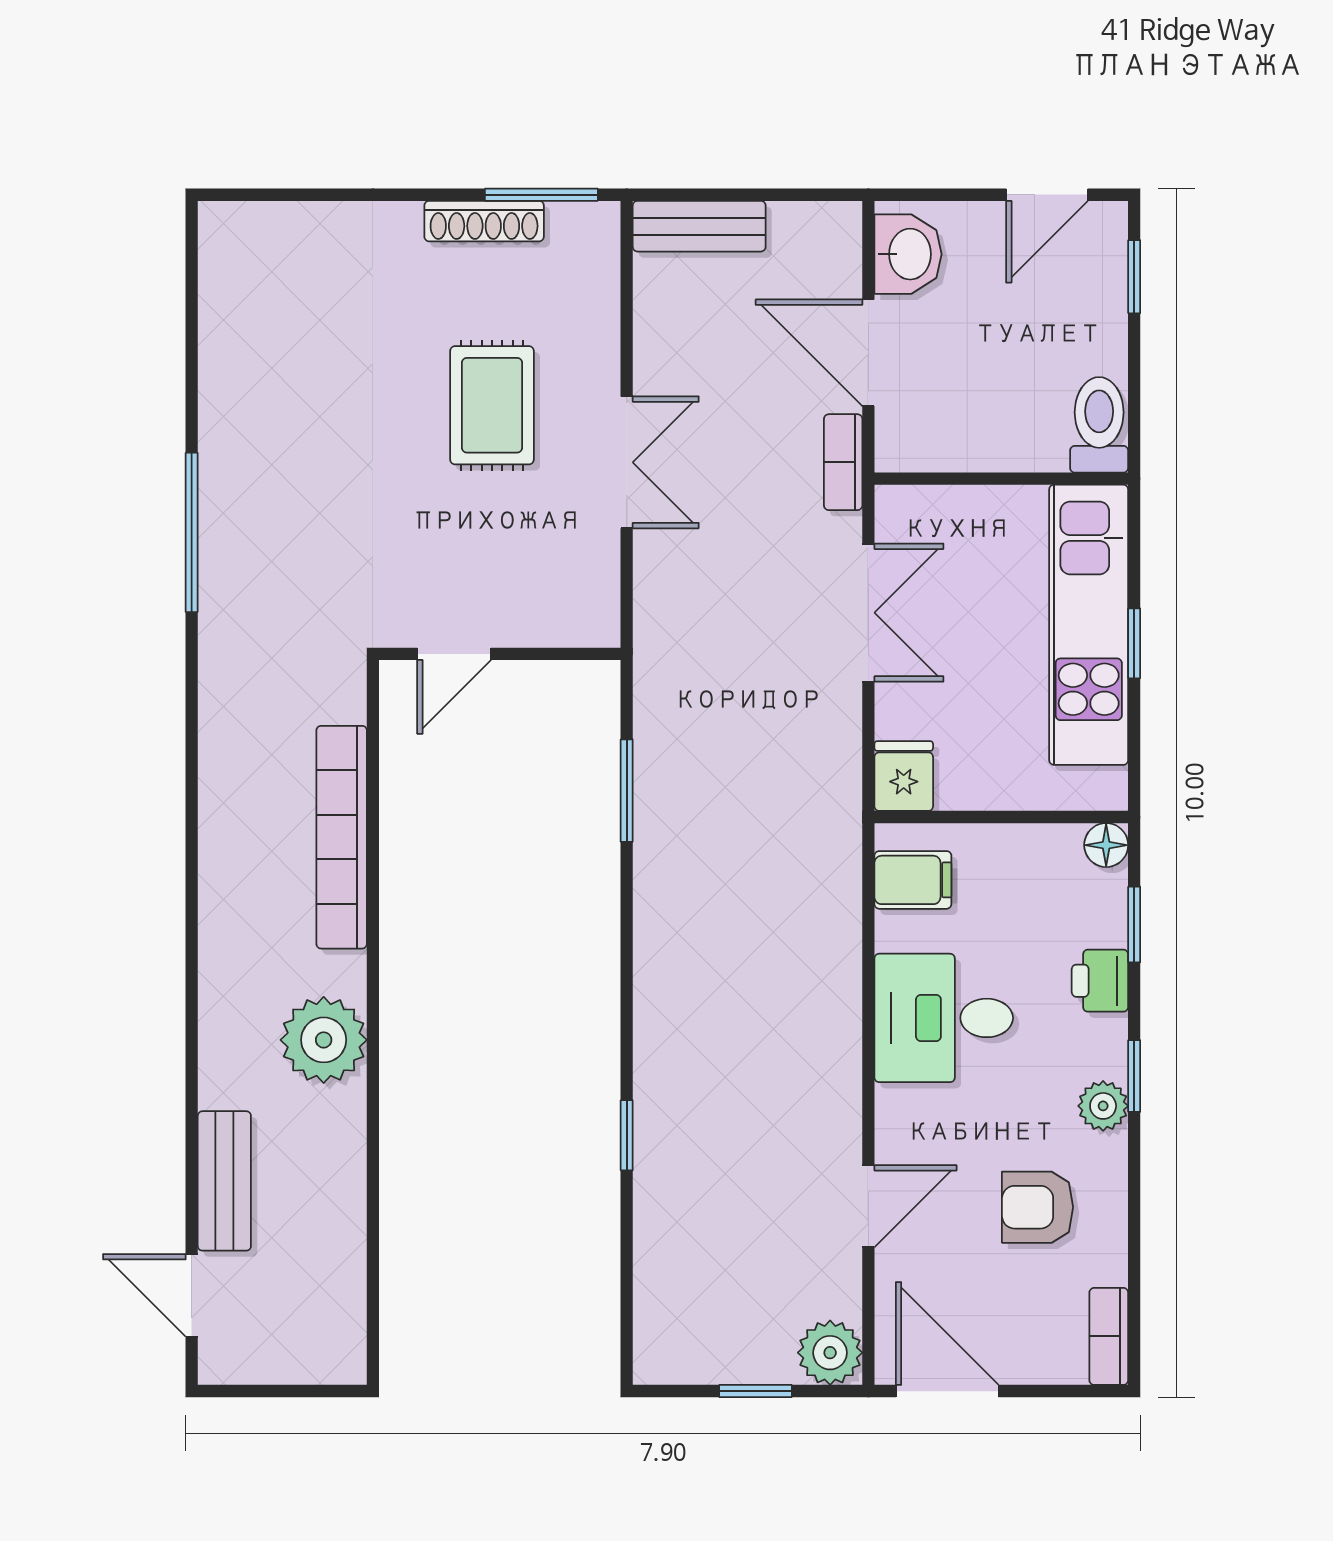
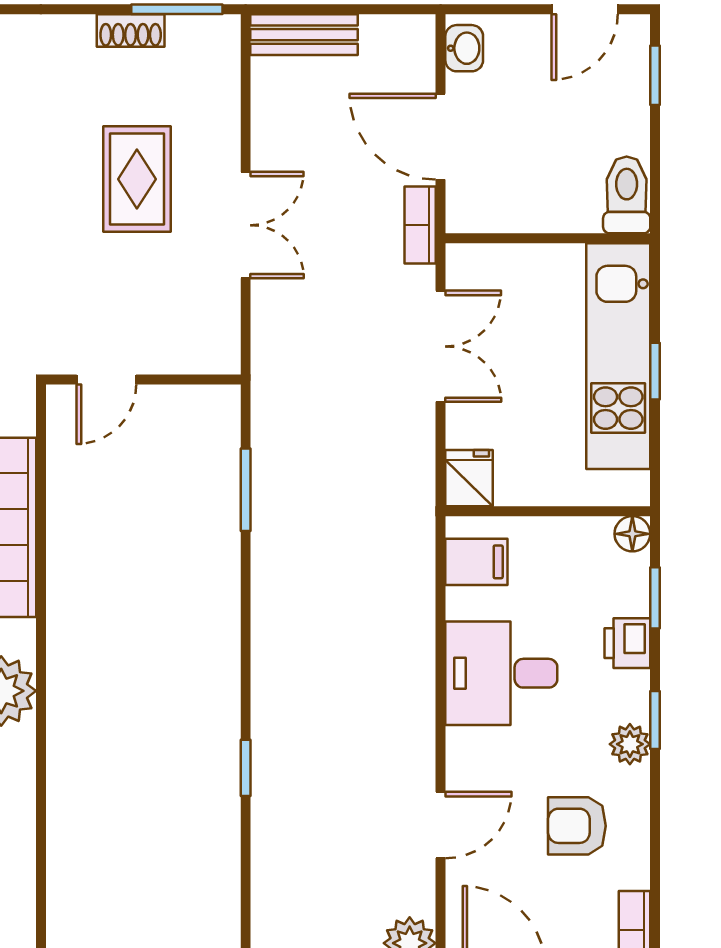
shoe rack: (484, 221) -> (131, 30), width x0.70
washbasin: (908, 254) -> (464, 48), width x0.72, depth x0.69

